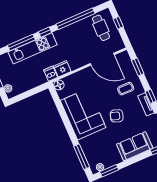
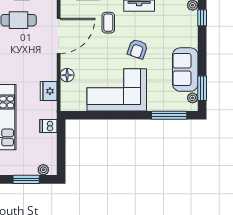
dishwasher: (51, 74) -> (48, 126), moved
floor lamp: (59, 85) -> (67, 75), moved
sofa: (135, 146) -> (185, 70), moved

